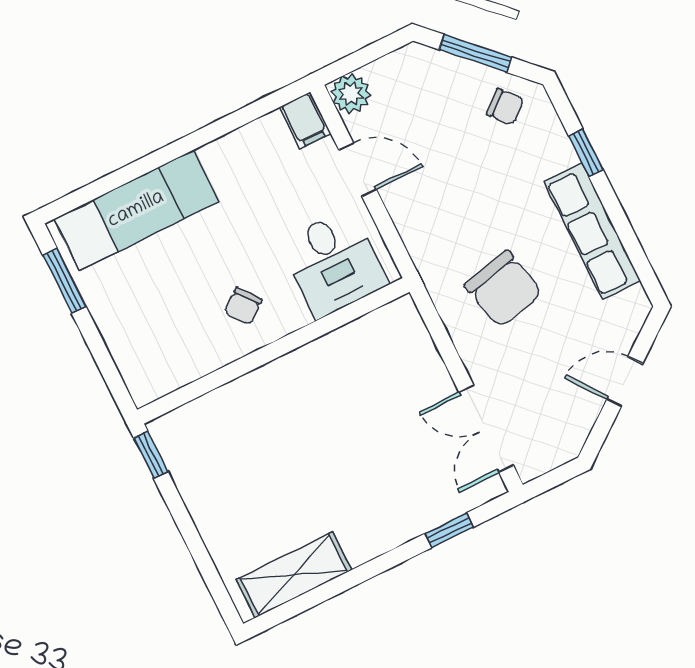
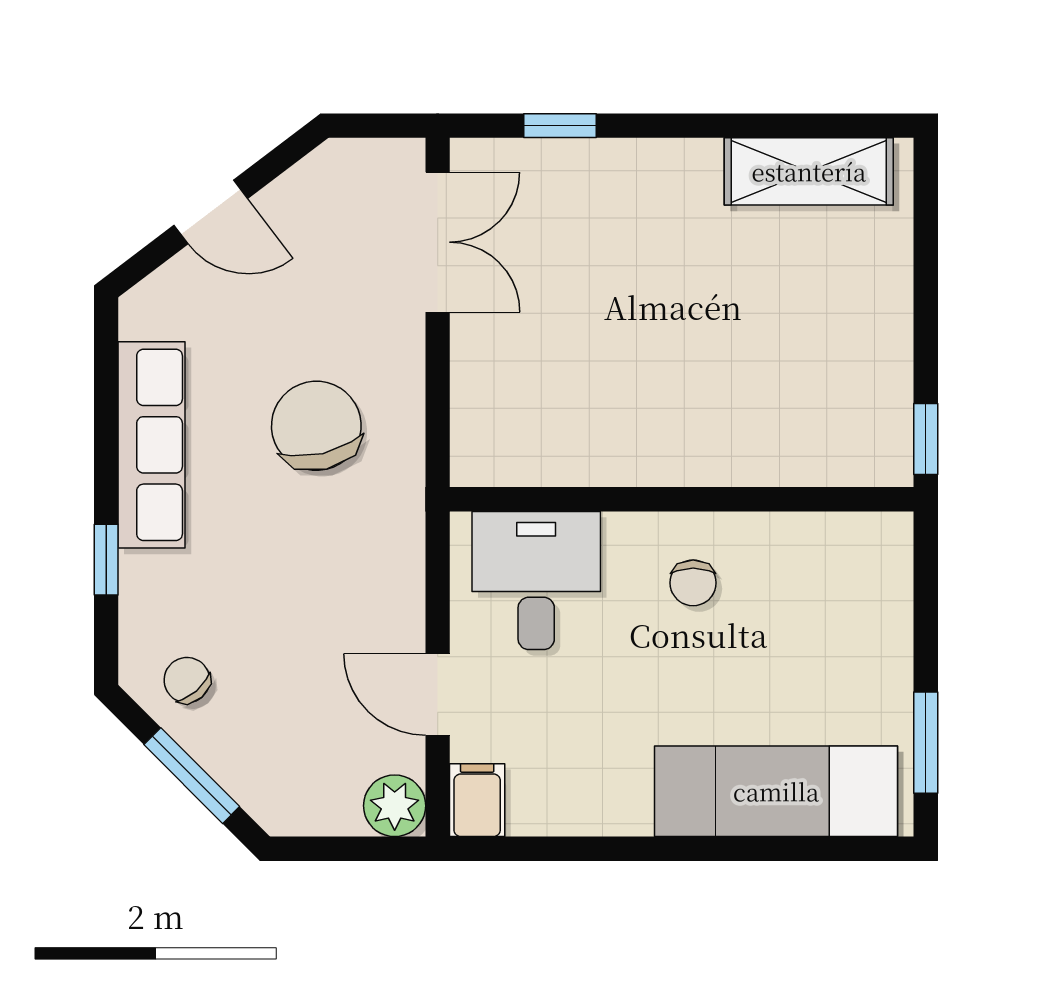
chair: (243, 306) -> (693, 583), turned 128

